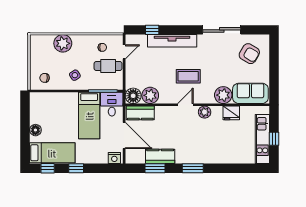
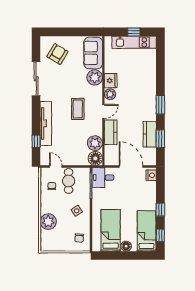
door: (185, 105) -> (103, 111), swing flipped
kitchen counter: (140, 113) -> (111, 132), moved
fridge: (231, 113) -> (111, 81), moved
bed: (89, 116) -> (111, 230), moved, turned -90
door: (124, 136) -> (131, 167), hinge flipped

